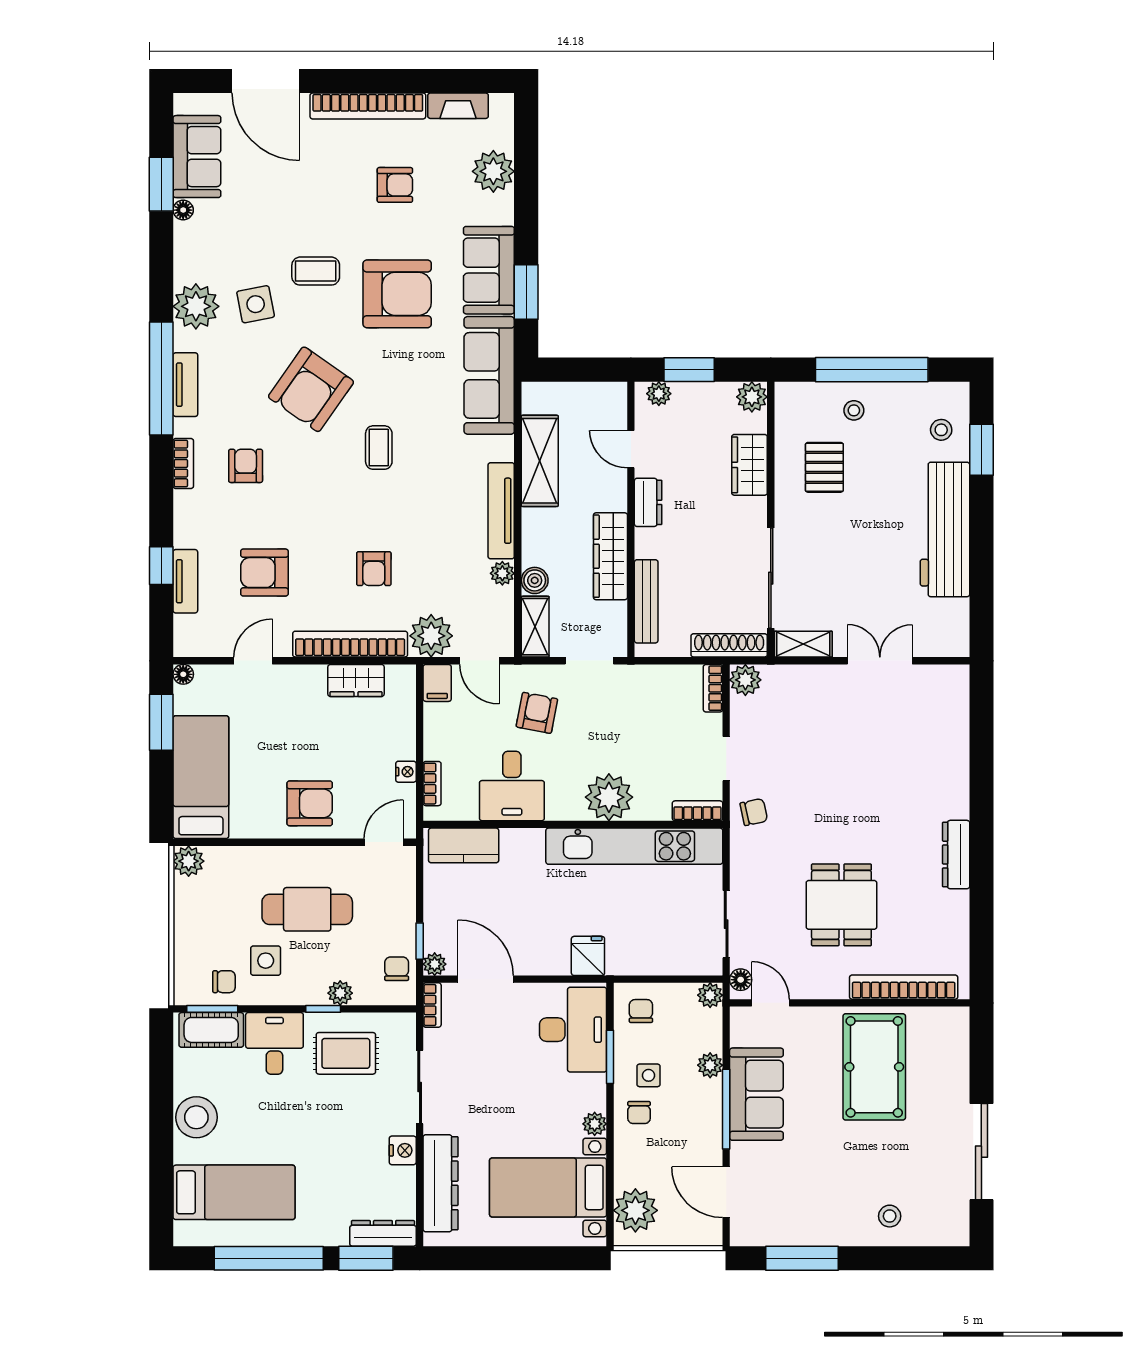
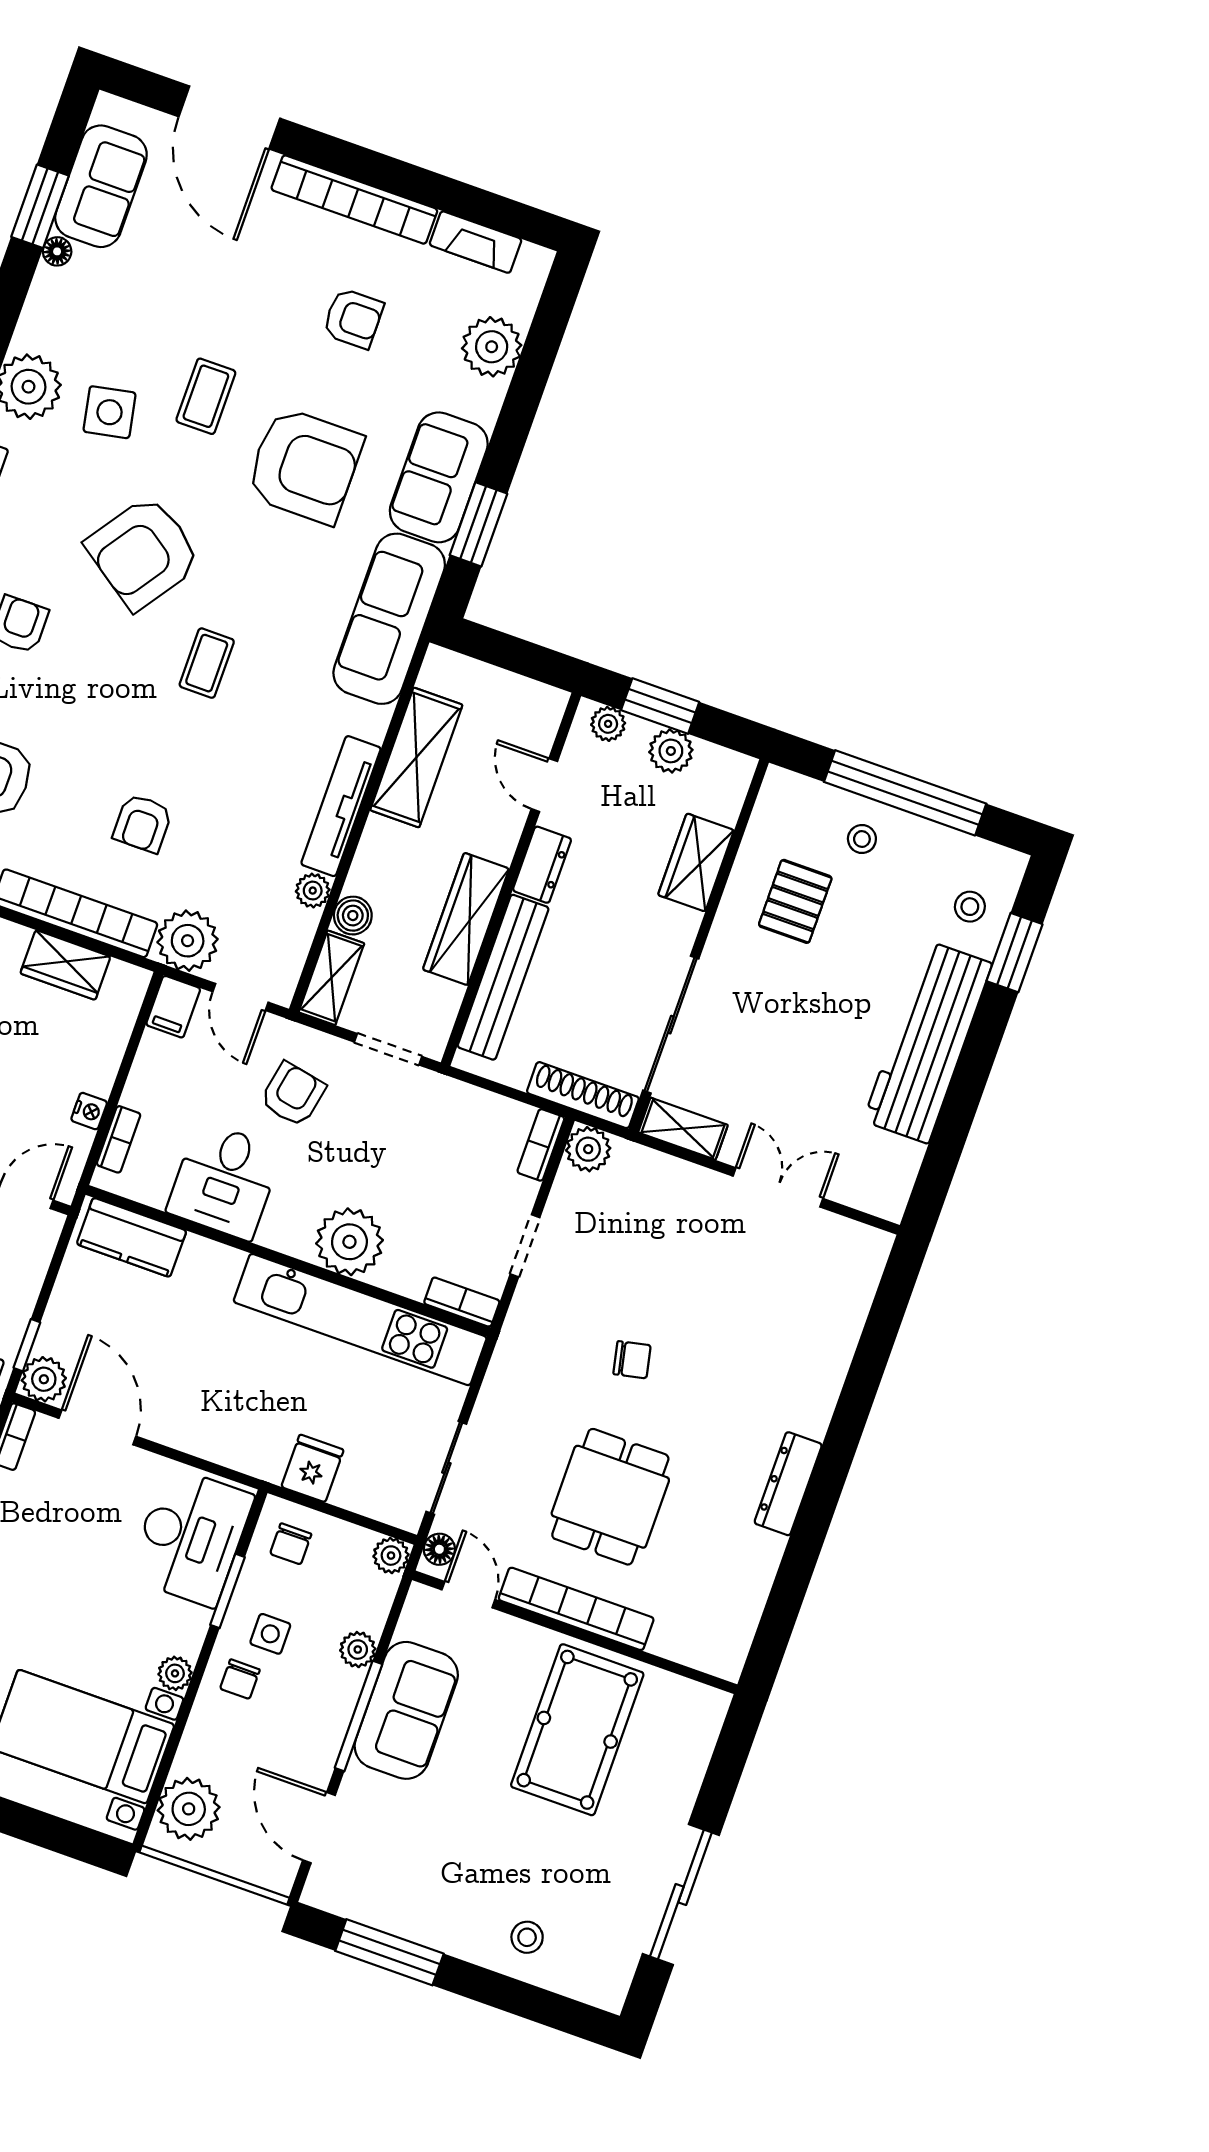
coffee table: (316, 271) -> (206, 396), turned 90
plant: (752, 397) -> (671, 751), moved
bench: (646, 601) -> (503, 977), width x1.37, depth x1.21
chair: (754, 812) -> (632, 1360), moved
fridge: (588, 956) -> (312, 1468), moved
plant: (435, 964) -> (44, 1379), width x1.38, depth x1.38
bookcase: (904, 987) -> (576, 1609), moved
chair: (641, 1011) -> (291, 1544), turned 180

